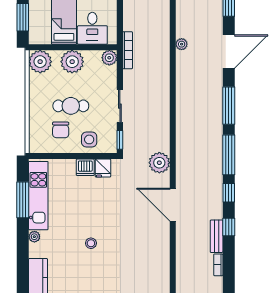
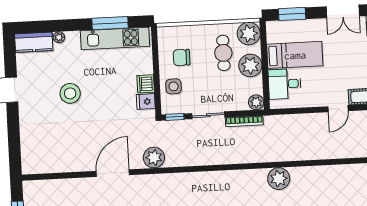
plant: (182, 44) -> (279, 179), width x1.87, depth x1.87
bookcase: (128, 50) -> (244, 121), moved
cafe table: (71, 106) -> (223, 53), moved
plant: (34, 237) -> (59, 37), moved
stool: (91, 243) -> (70, 93), width x1.89, depth x1.89

